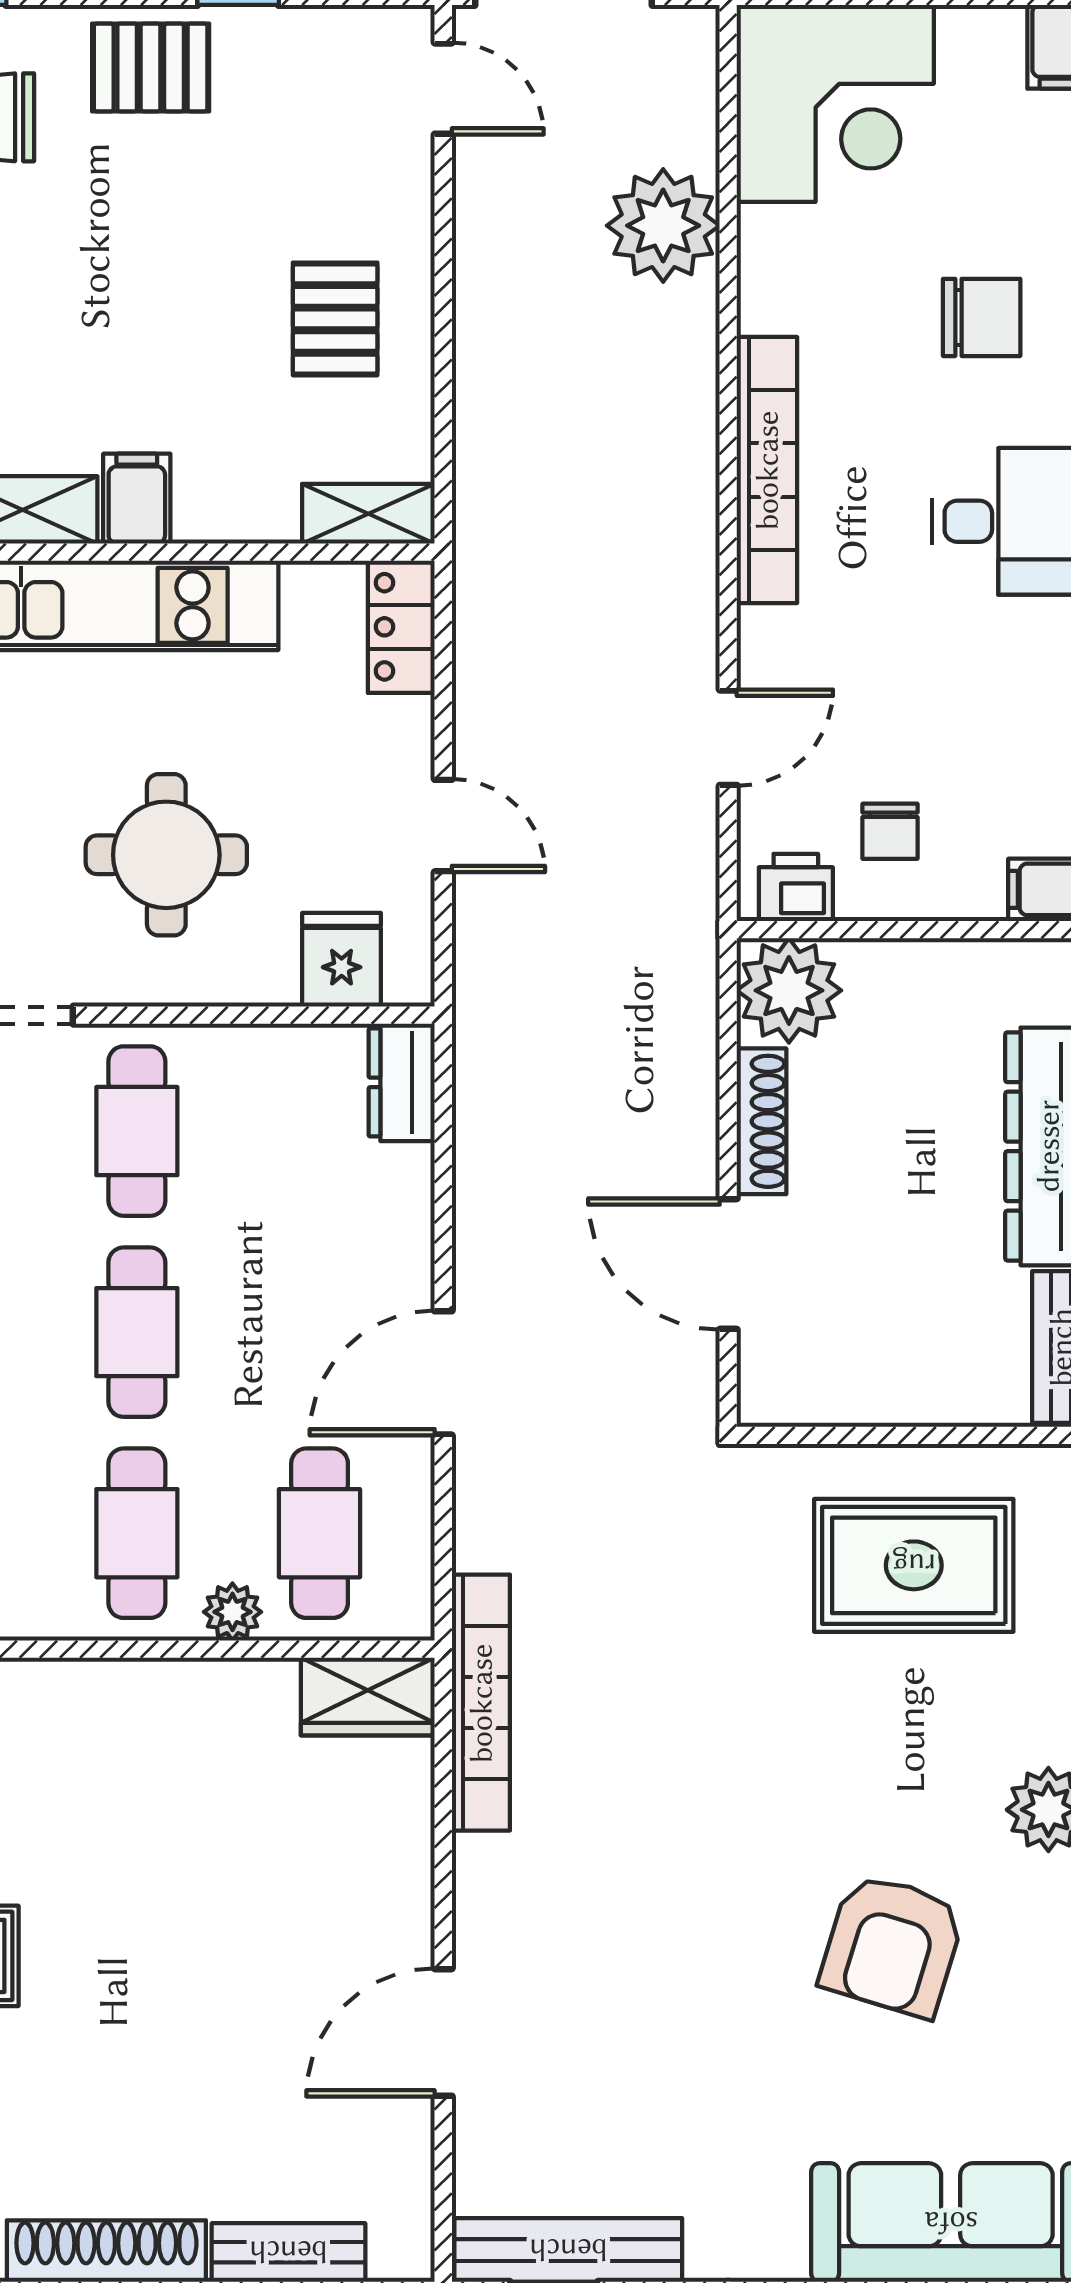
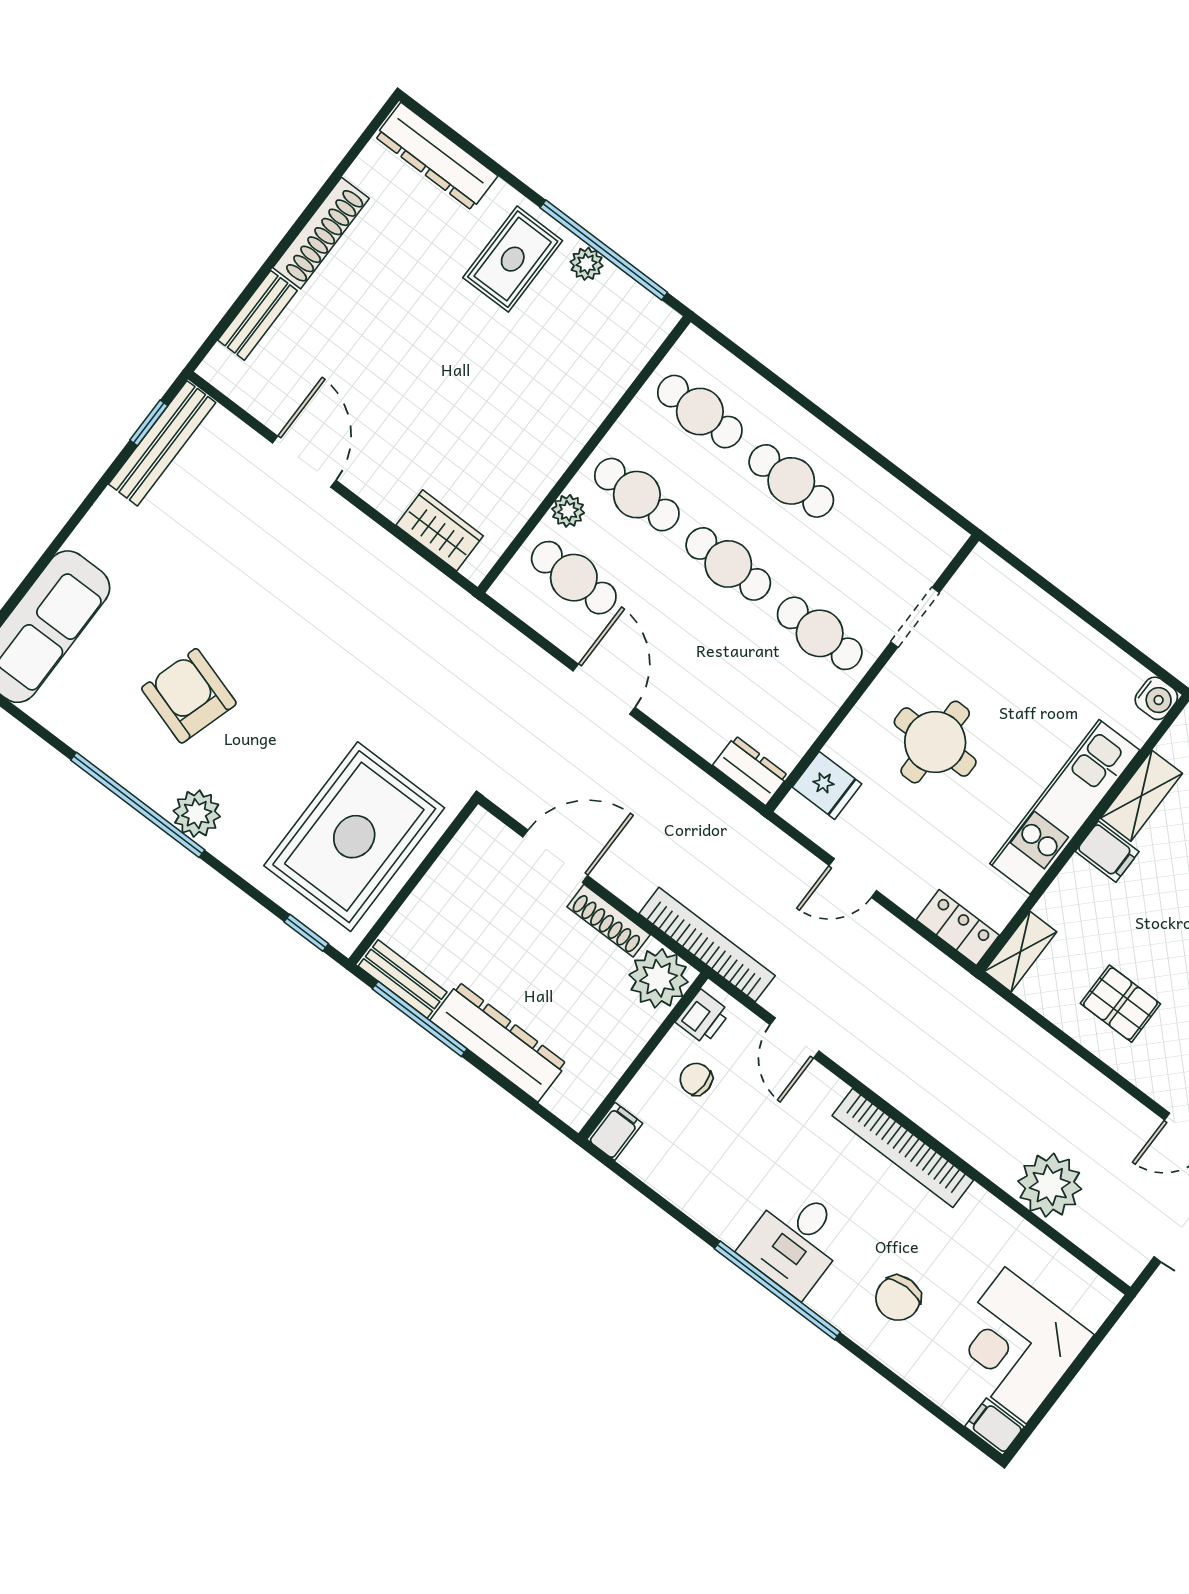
corner desk: (835, 103) -> (1016, 1345), moved
rug: (914, 1565) -> (354, 837), width x1.37, depth x1.44
wardrobe: (368, 1697) -> (440, 530), moved, turned 90
bookcase: (481, 1703) -> (707, 945), moved, turned 180

